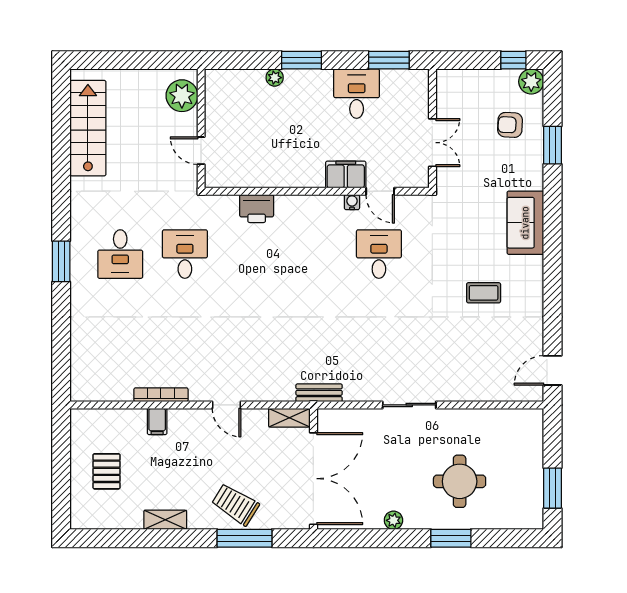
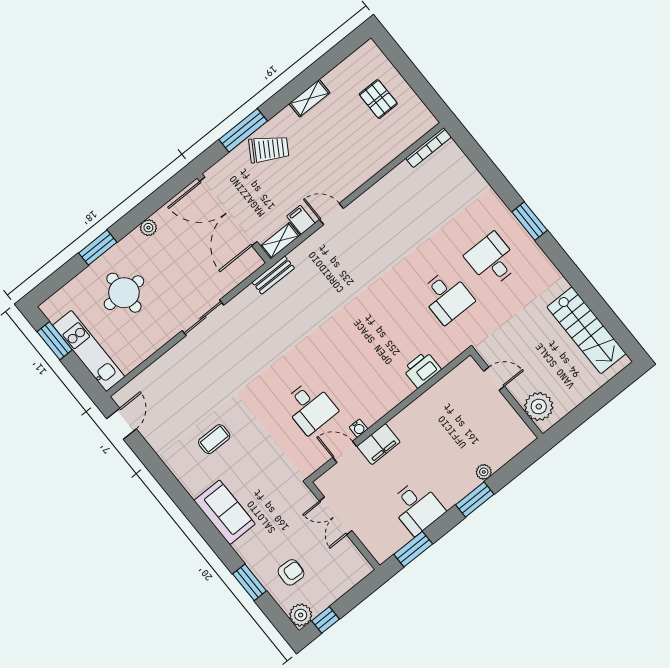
bookcase: (161, 395) -> (429, 148), moved
filing cabinet: (157, 421) -> (301, 220), moved
kitchen unit: (530, 456) -> (89, 351), added

